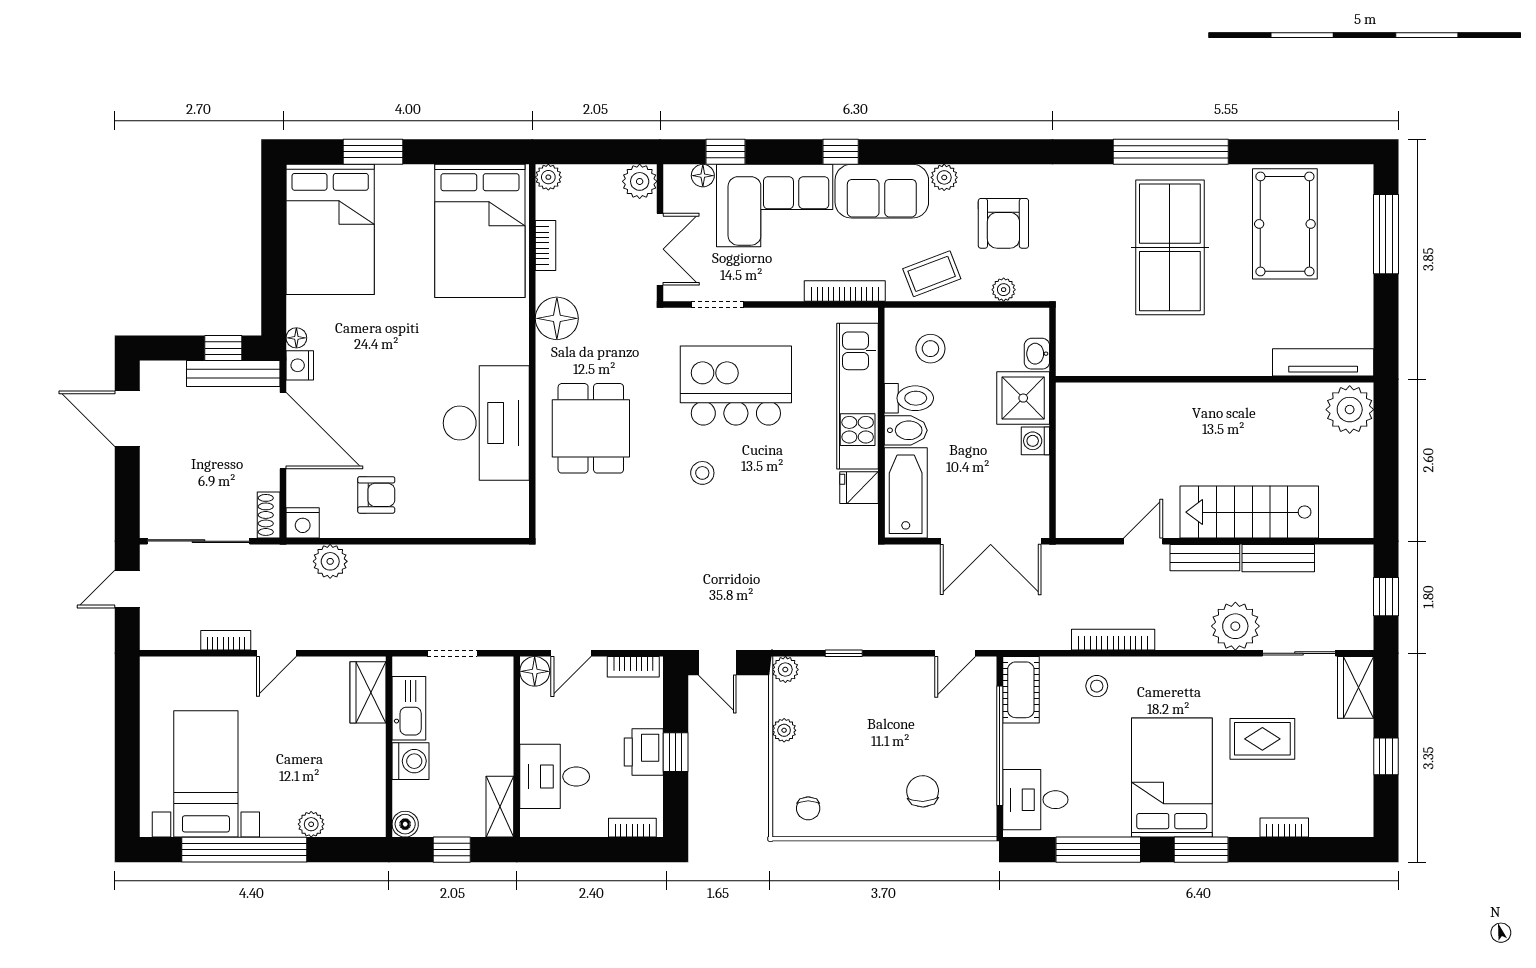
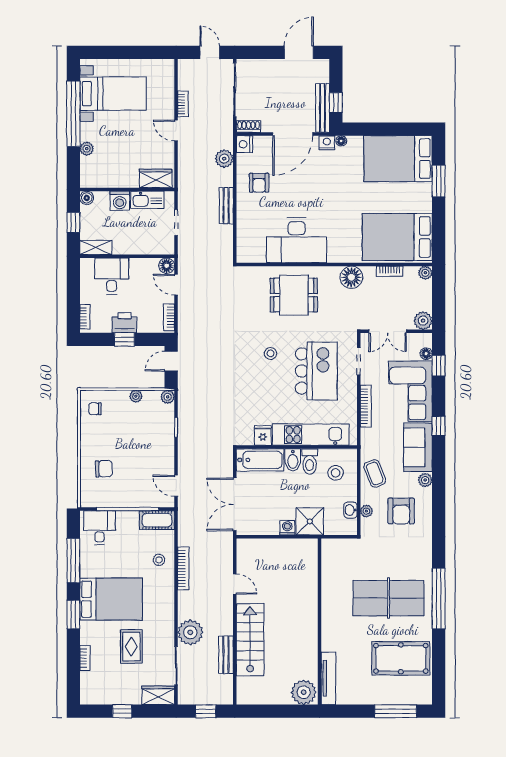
armchair: (1003, 223) -> (401, 511), turned -90
bookcase: (845, 291) -> (366, 406), moved
washbasin: (1037, 354) -> (351, 510), moved, turned -90
bench: (1205, 558) -> (226, 206), moved

